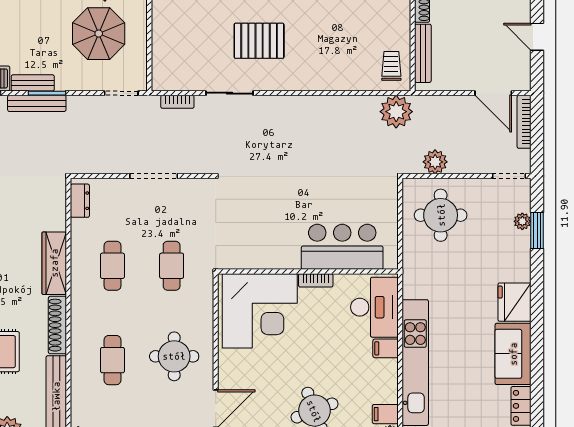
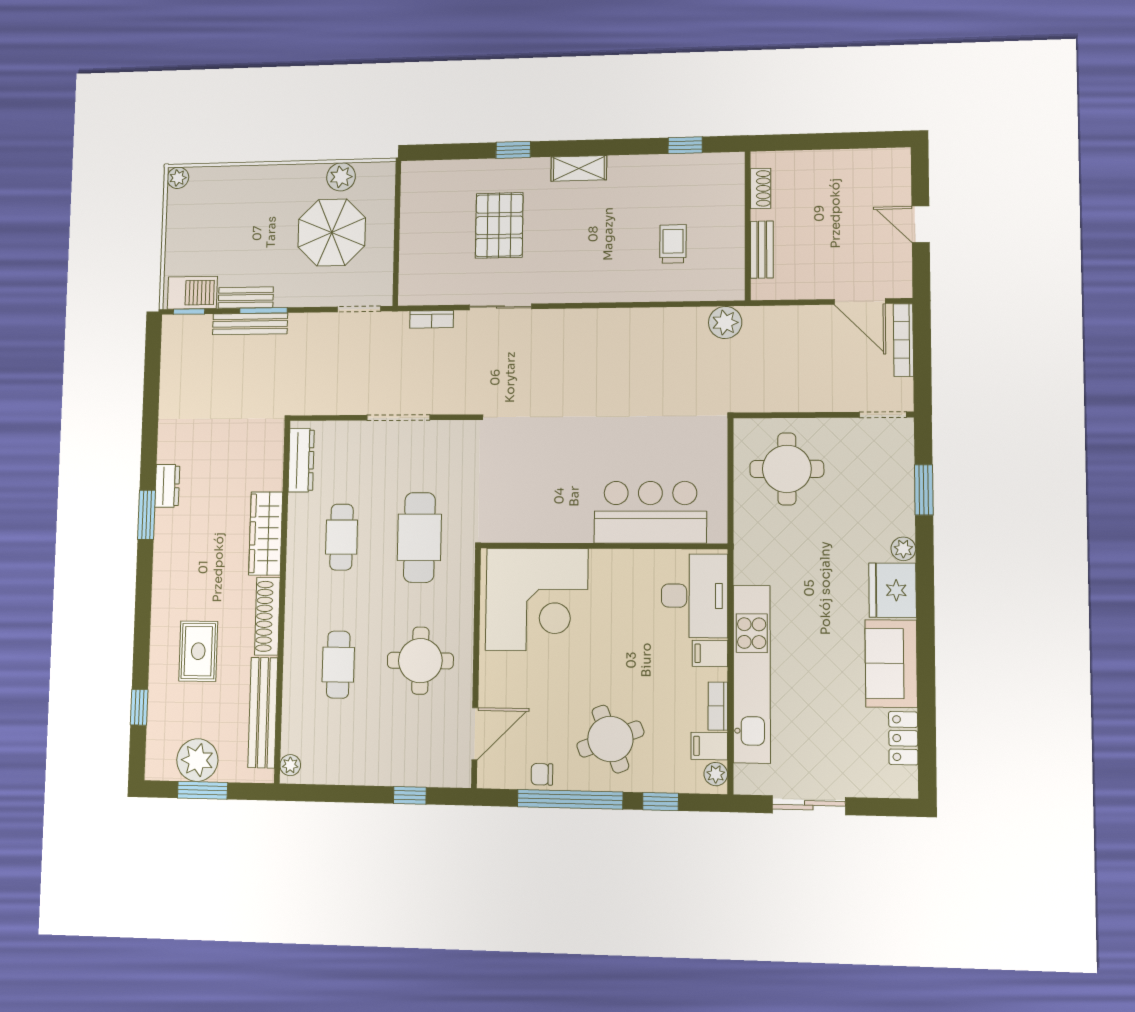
pallet: (259, 41) -> (499, 225), moved, turned 90
bench: (423, 53) -> (762, 250), width x0.73
trolley: (391, 66) -> (673, 244), moved
plant: (396, 112) -> (725, 322), width x0.73, depth x0.73
plant: (435, 162) -> (779, 396), removed
dresser: (80, 201) -> (301, 460), width x1.44
plant: (522, 221) -> (903, 549), moved
cafe table: (172, 266) -> (419, 537), width x1.37, depth x1.35
bookcase: (316, 280) -> (718, 706), moved, turned 90

